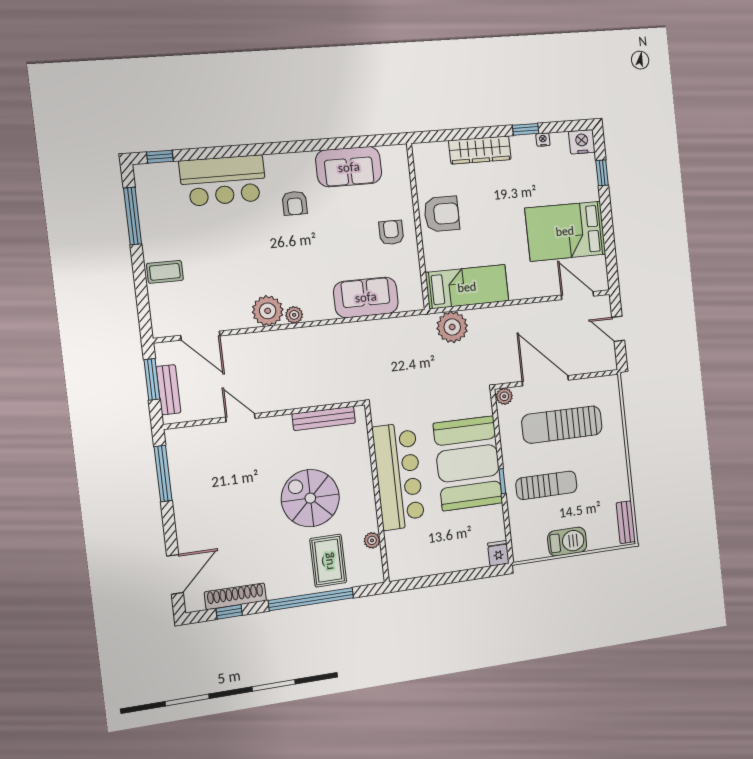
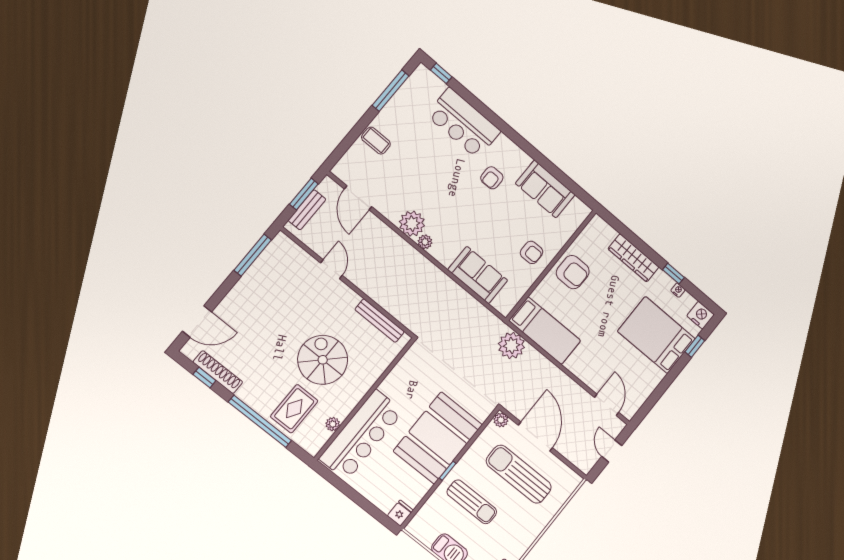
bed: (565, 231) -> (656, 335), moved
armchair: (391, 233) -> (532, 252), turned 90
bar counter: (398, 476) -> (361, 435), moved

